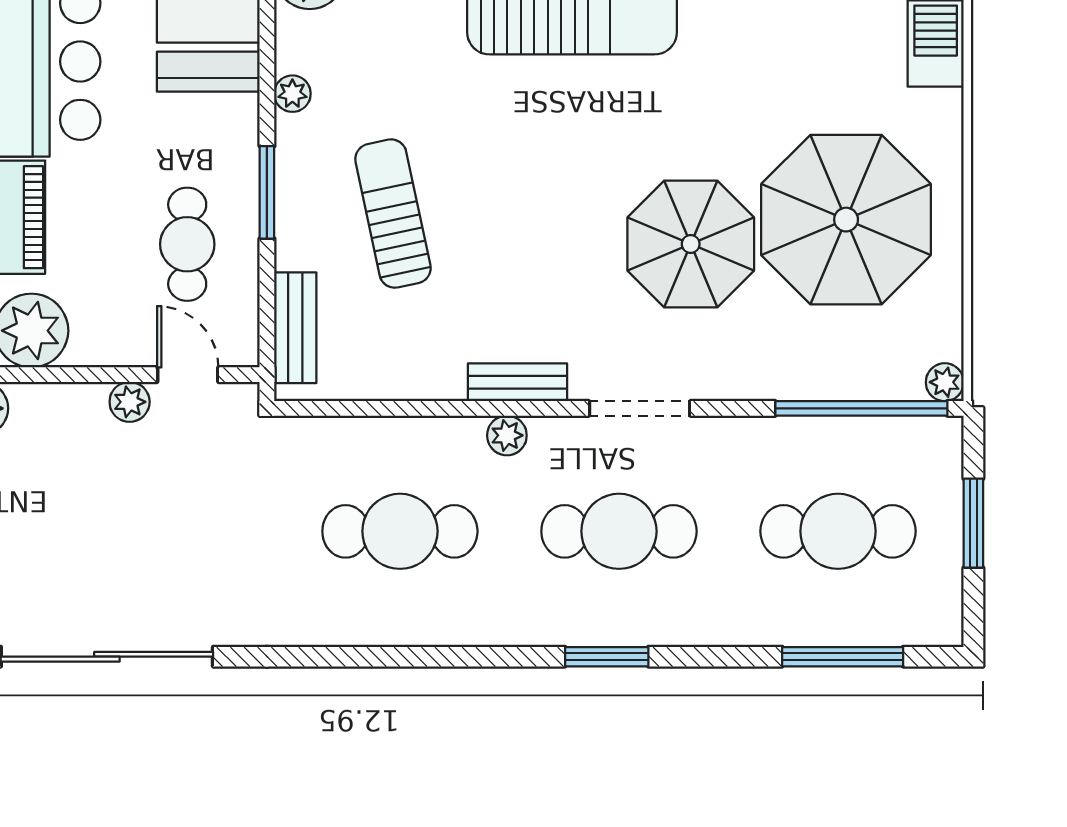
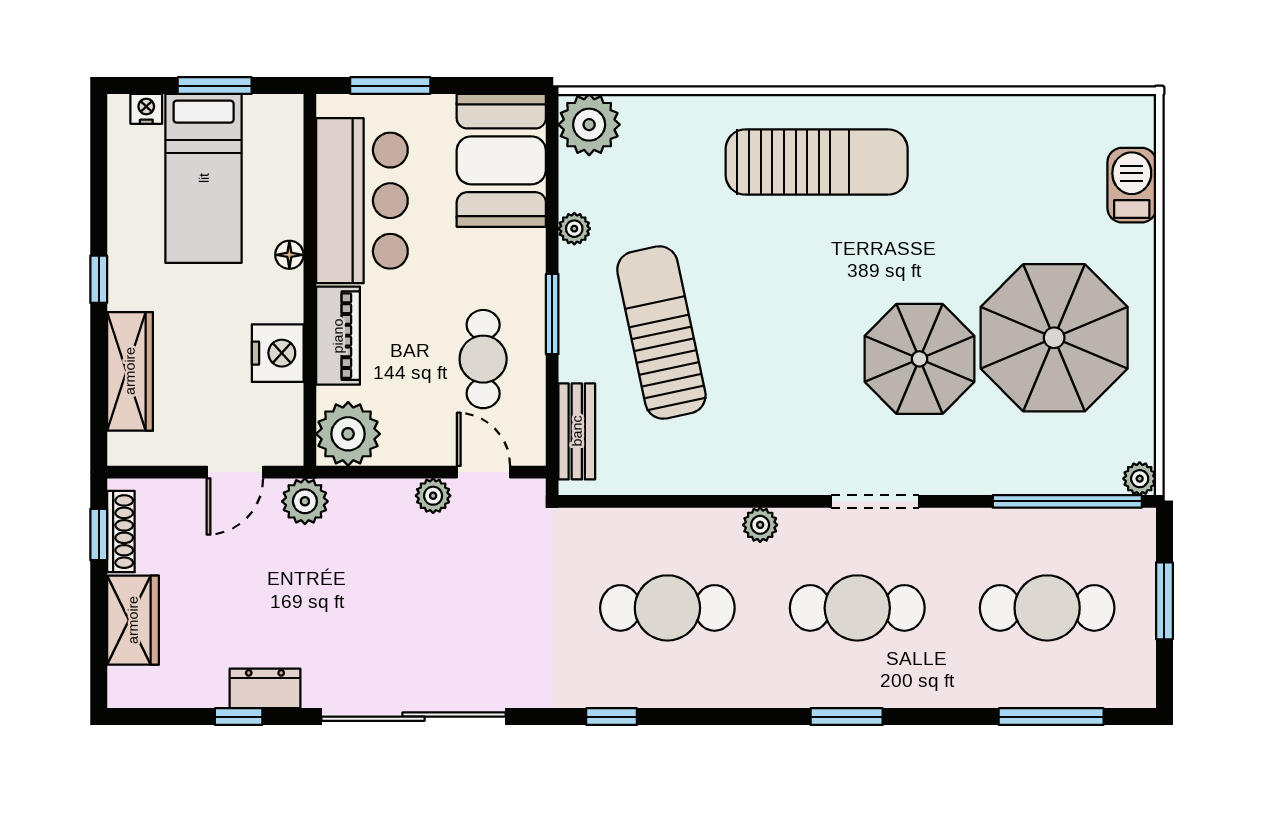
sun lounger: (393, 214) -> (661, 333), width x1.36, depth x1.34
bench: (517, 382) -> (769, 479), removed
window: (335, 657) -> (612, 717), added

